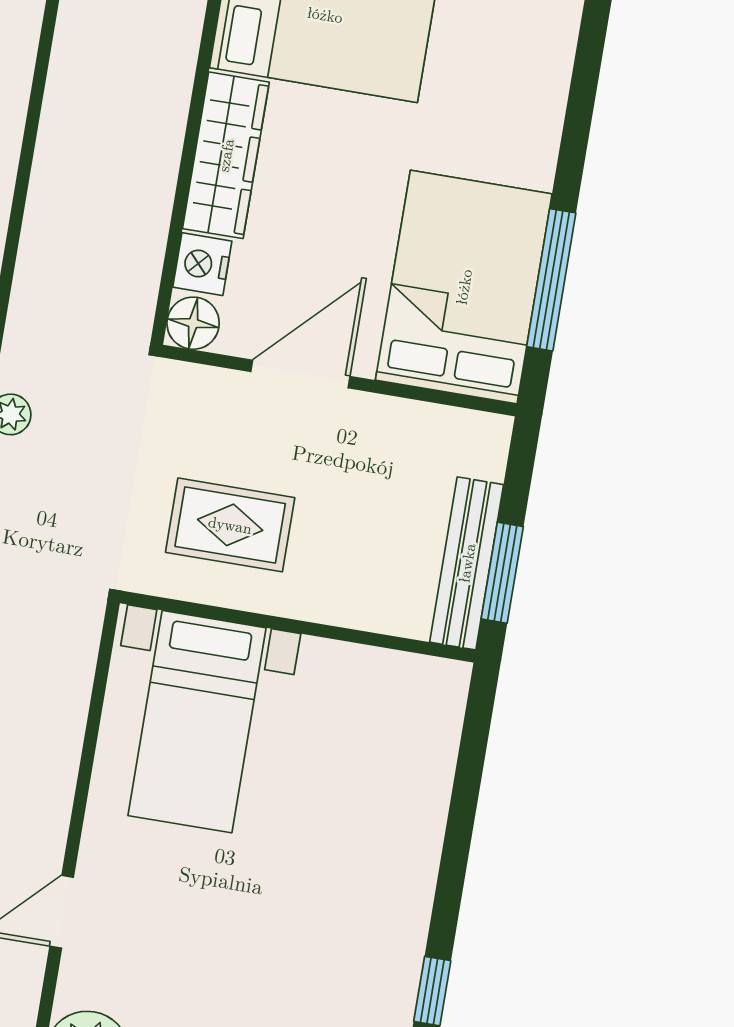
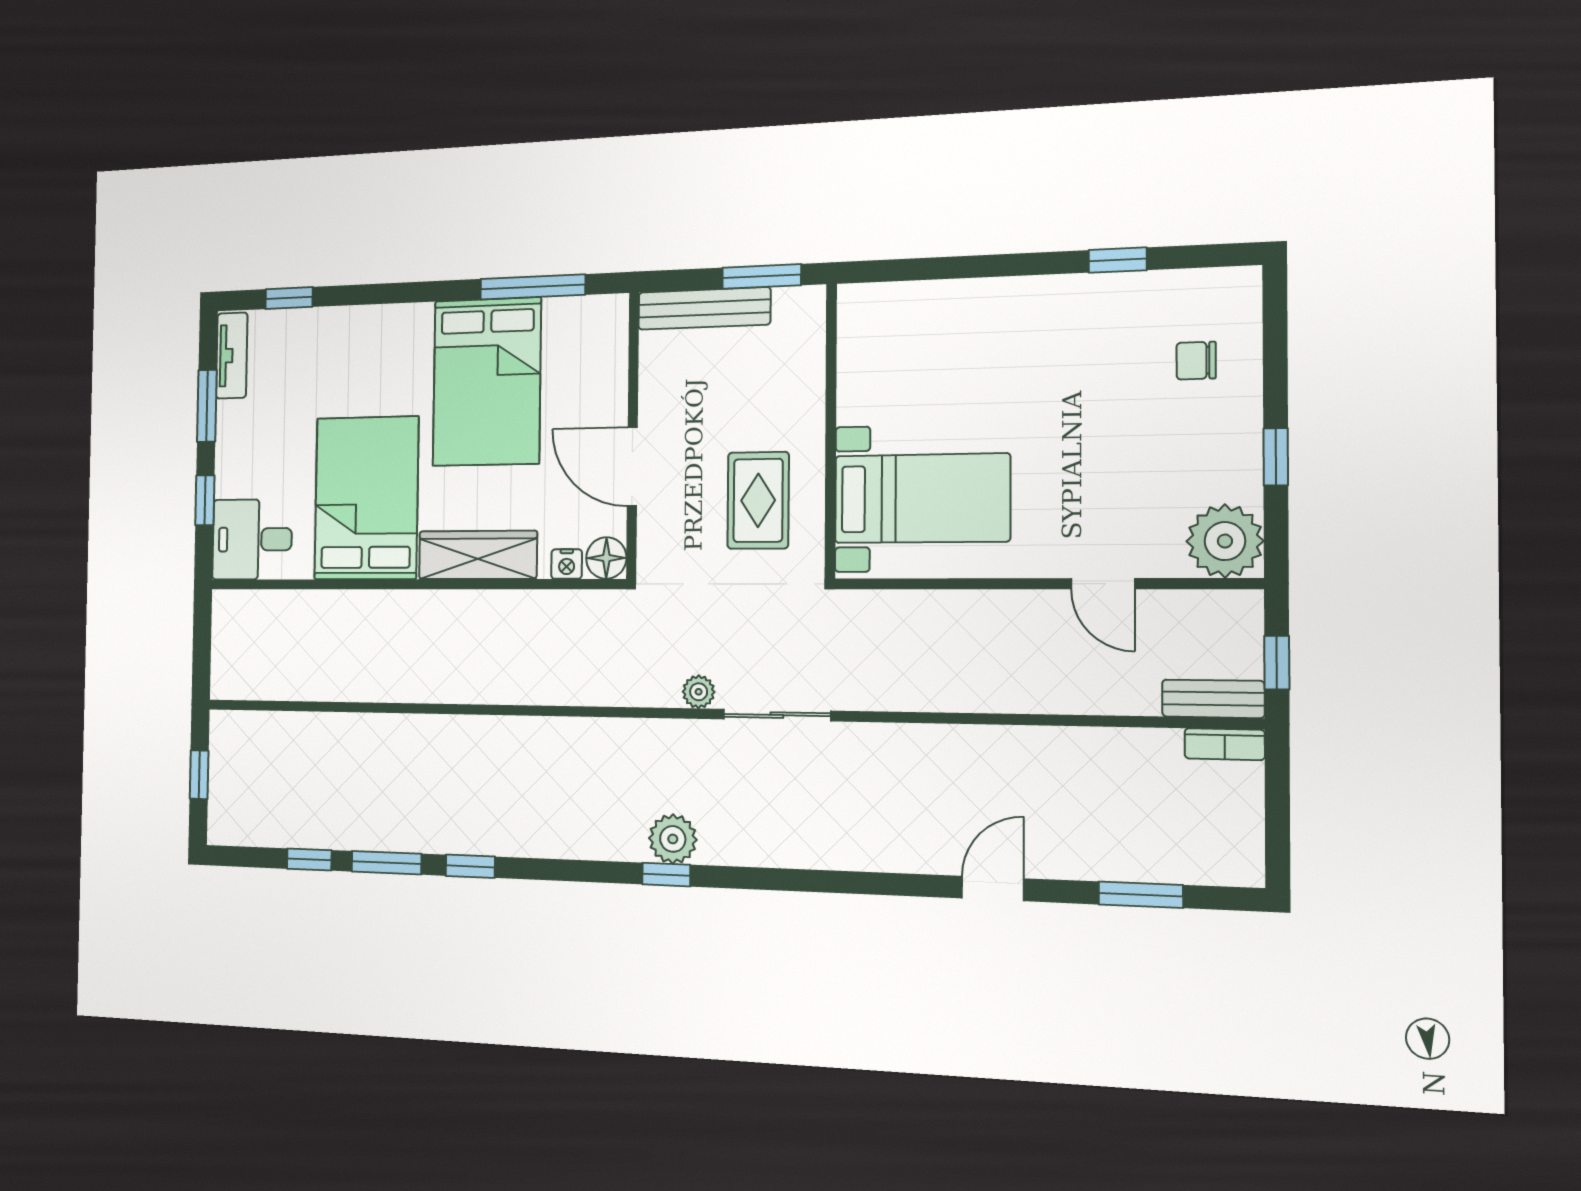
nightstand: (202, 264) -> (567, 564), width x0.72, depth x0.74
bed: (464, 287) -> (487, 382), moved, turned -90
bench: (467, 563) -> (704, 308), moved

